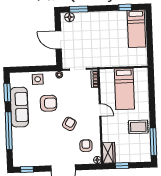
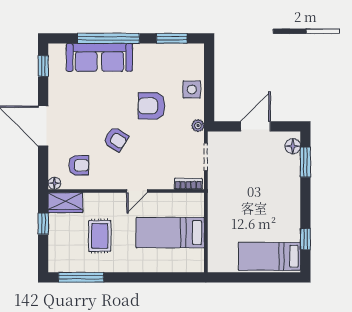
armchair: (48, 103) -> (152, 106), turned 90
sofa: (19, 107) -> (99, 57), moved
rug: (138, 127) -> (100, 236), moved

